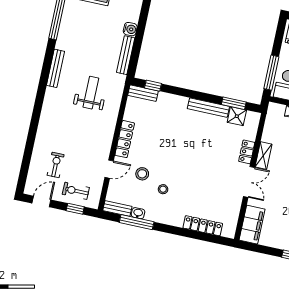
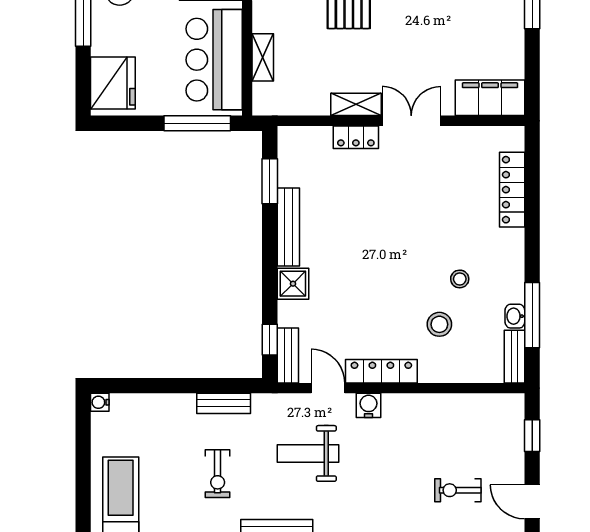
water cooler: (130, 29) -> (369, 405), moved
bench: (126, 55) -> (224, 403), width x0.73
shower: (237, 116) -> (293, 284), moved
door: (109, 169) -> (328, 388), moved
exercise bike: (76, 191) -> (218, 474), moved

